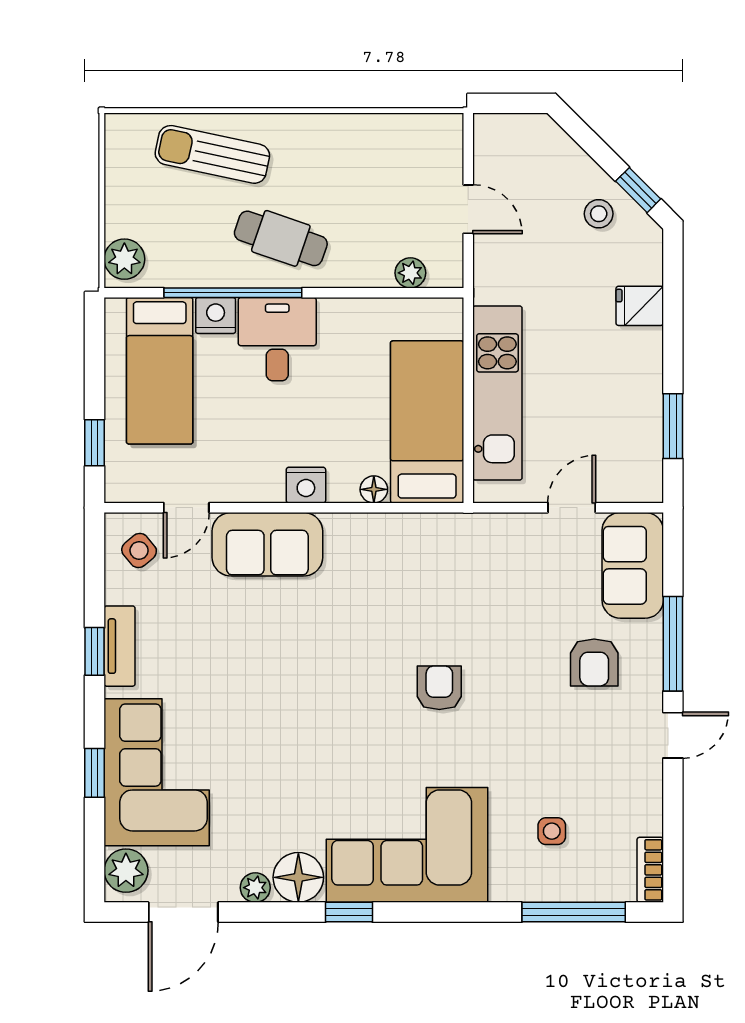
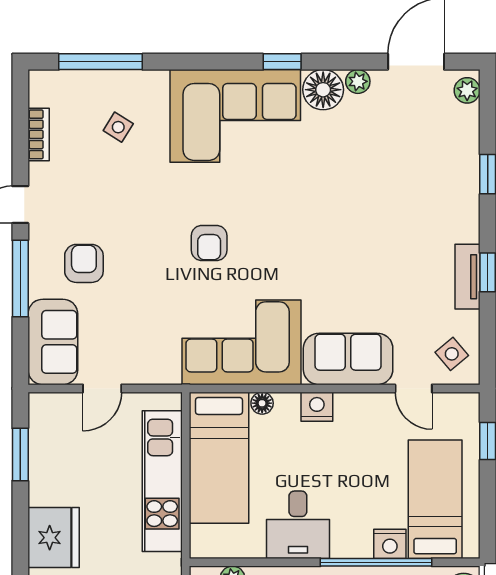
fridge: (640, 306) -> (54, 538), width x1.88, depth x1.34
desk: (277, 339) -> (298, 525), moved
door: (186, 508) -> (414, 388), swing flipped
corner sofa: (157, 772) -> (242, 342), moved, turned 90
side table: (552, 831) -> (118, 127), turned 32
bookcase: (650, 870) -> (39, 134), moved
plant: (126, 871) -> (467, 90), width x0.73, depth x0.73

